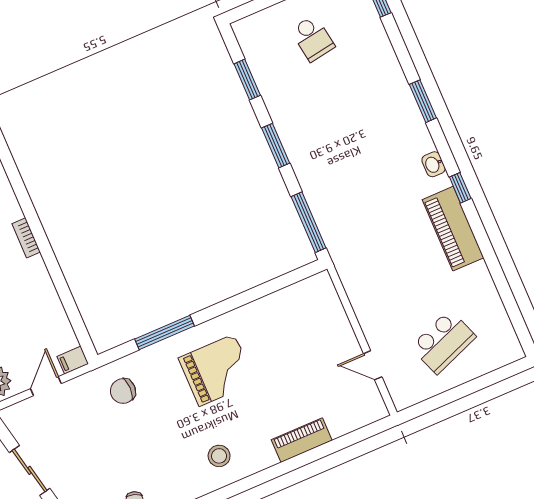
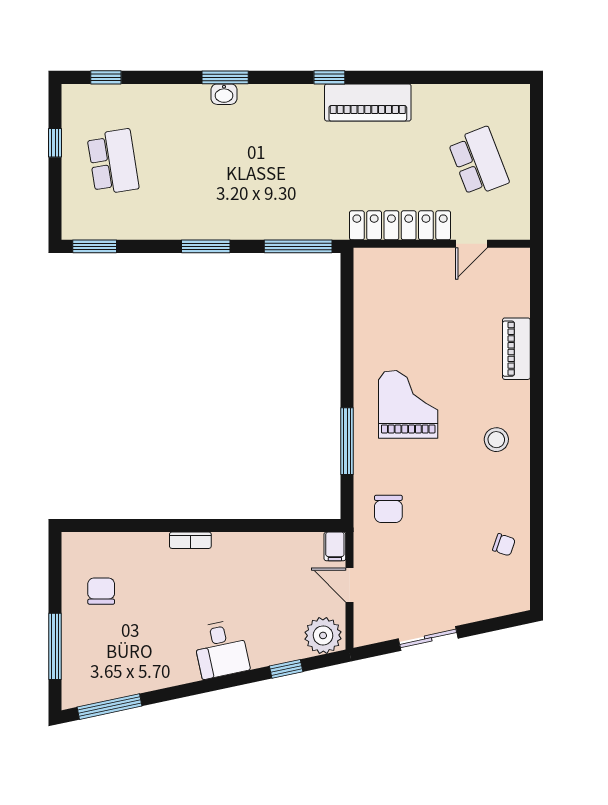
school desk: (313, 38) -> (113, 162), width x1.85
window: (247, 80) -> (95, 246), moved
washbasin: (433, 164) -> (224, 94), moved
locker: (363, 299) -> (400, 225), added

